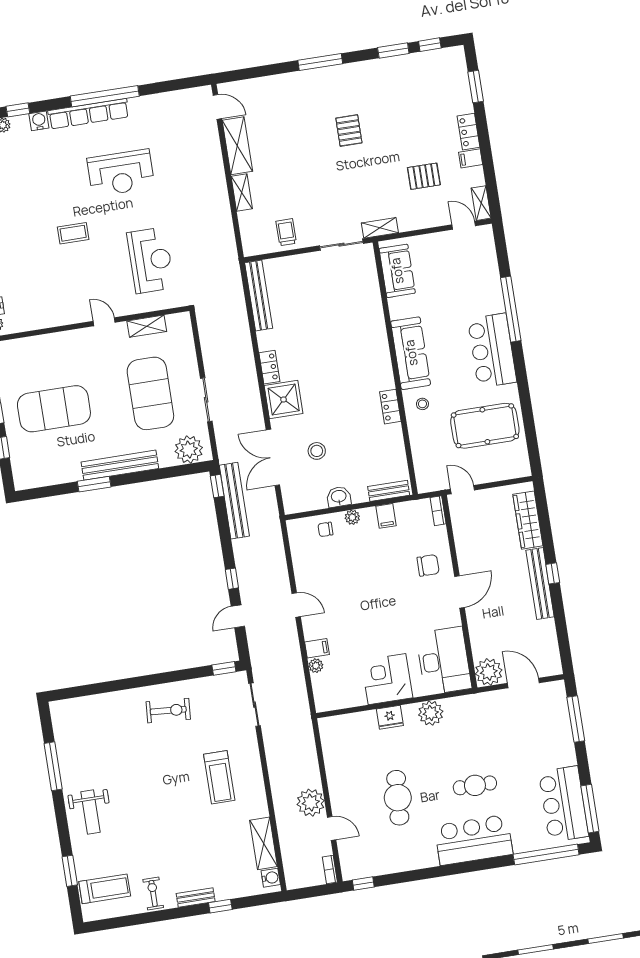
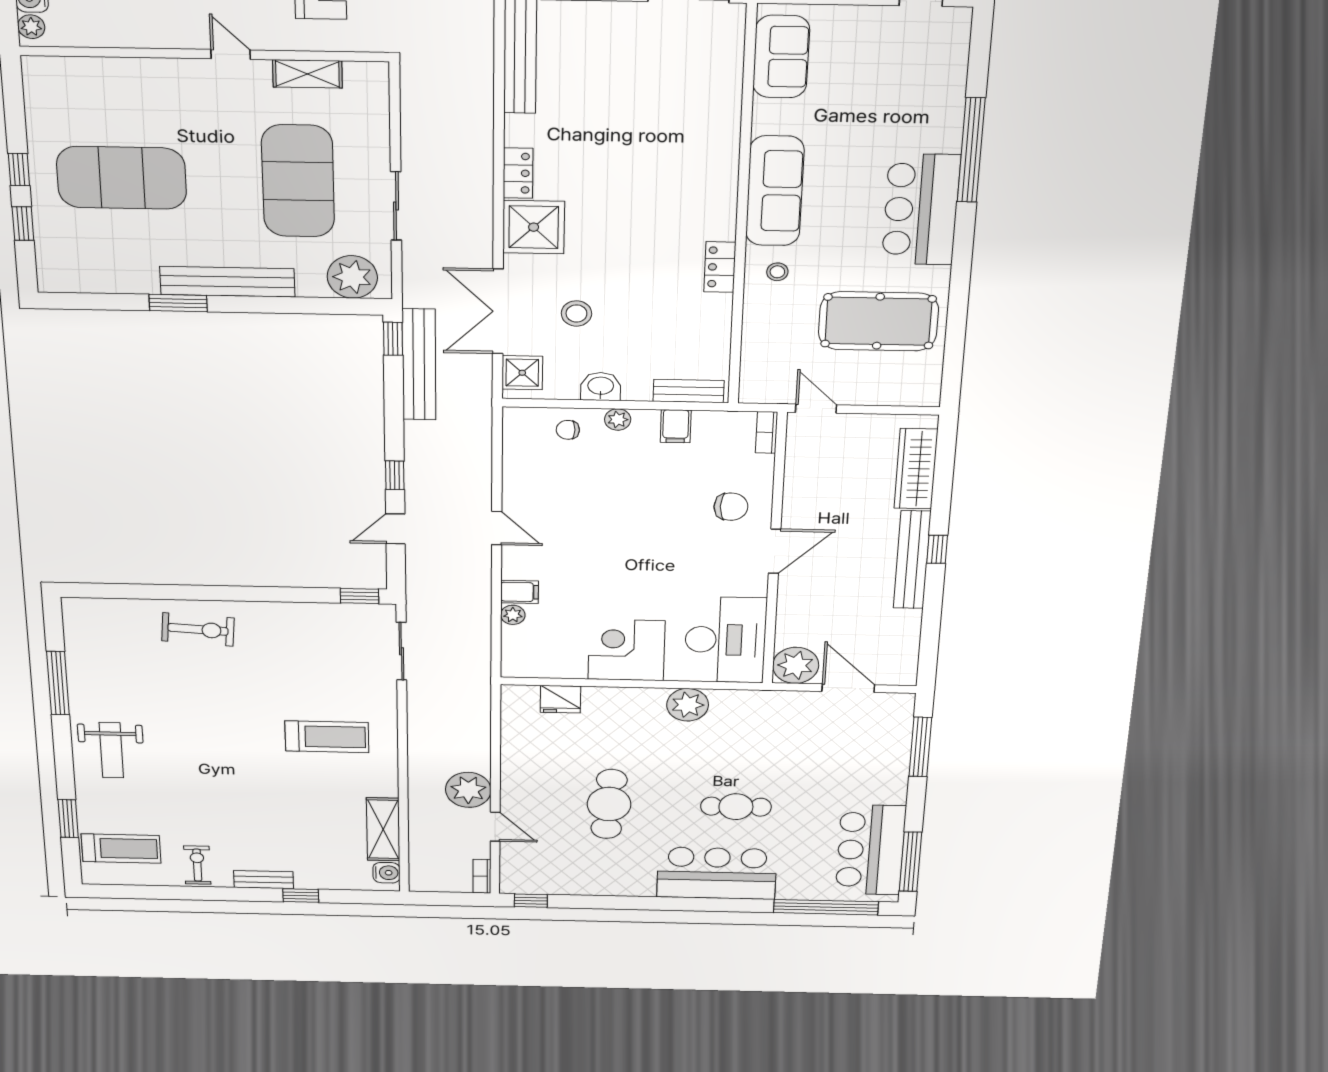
shower: (293, 496) -> (522, 373), added
exercise bike: (168, 711) -> (198, 629), moved
fridge: (390, 717) -> (560, 699), moved
treadmill: (219, 777) -> (327, 737), turned -90

